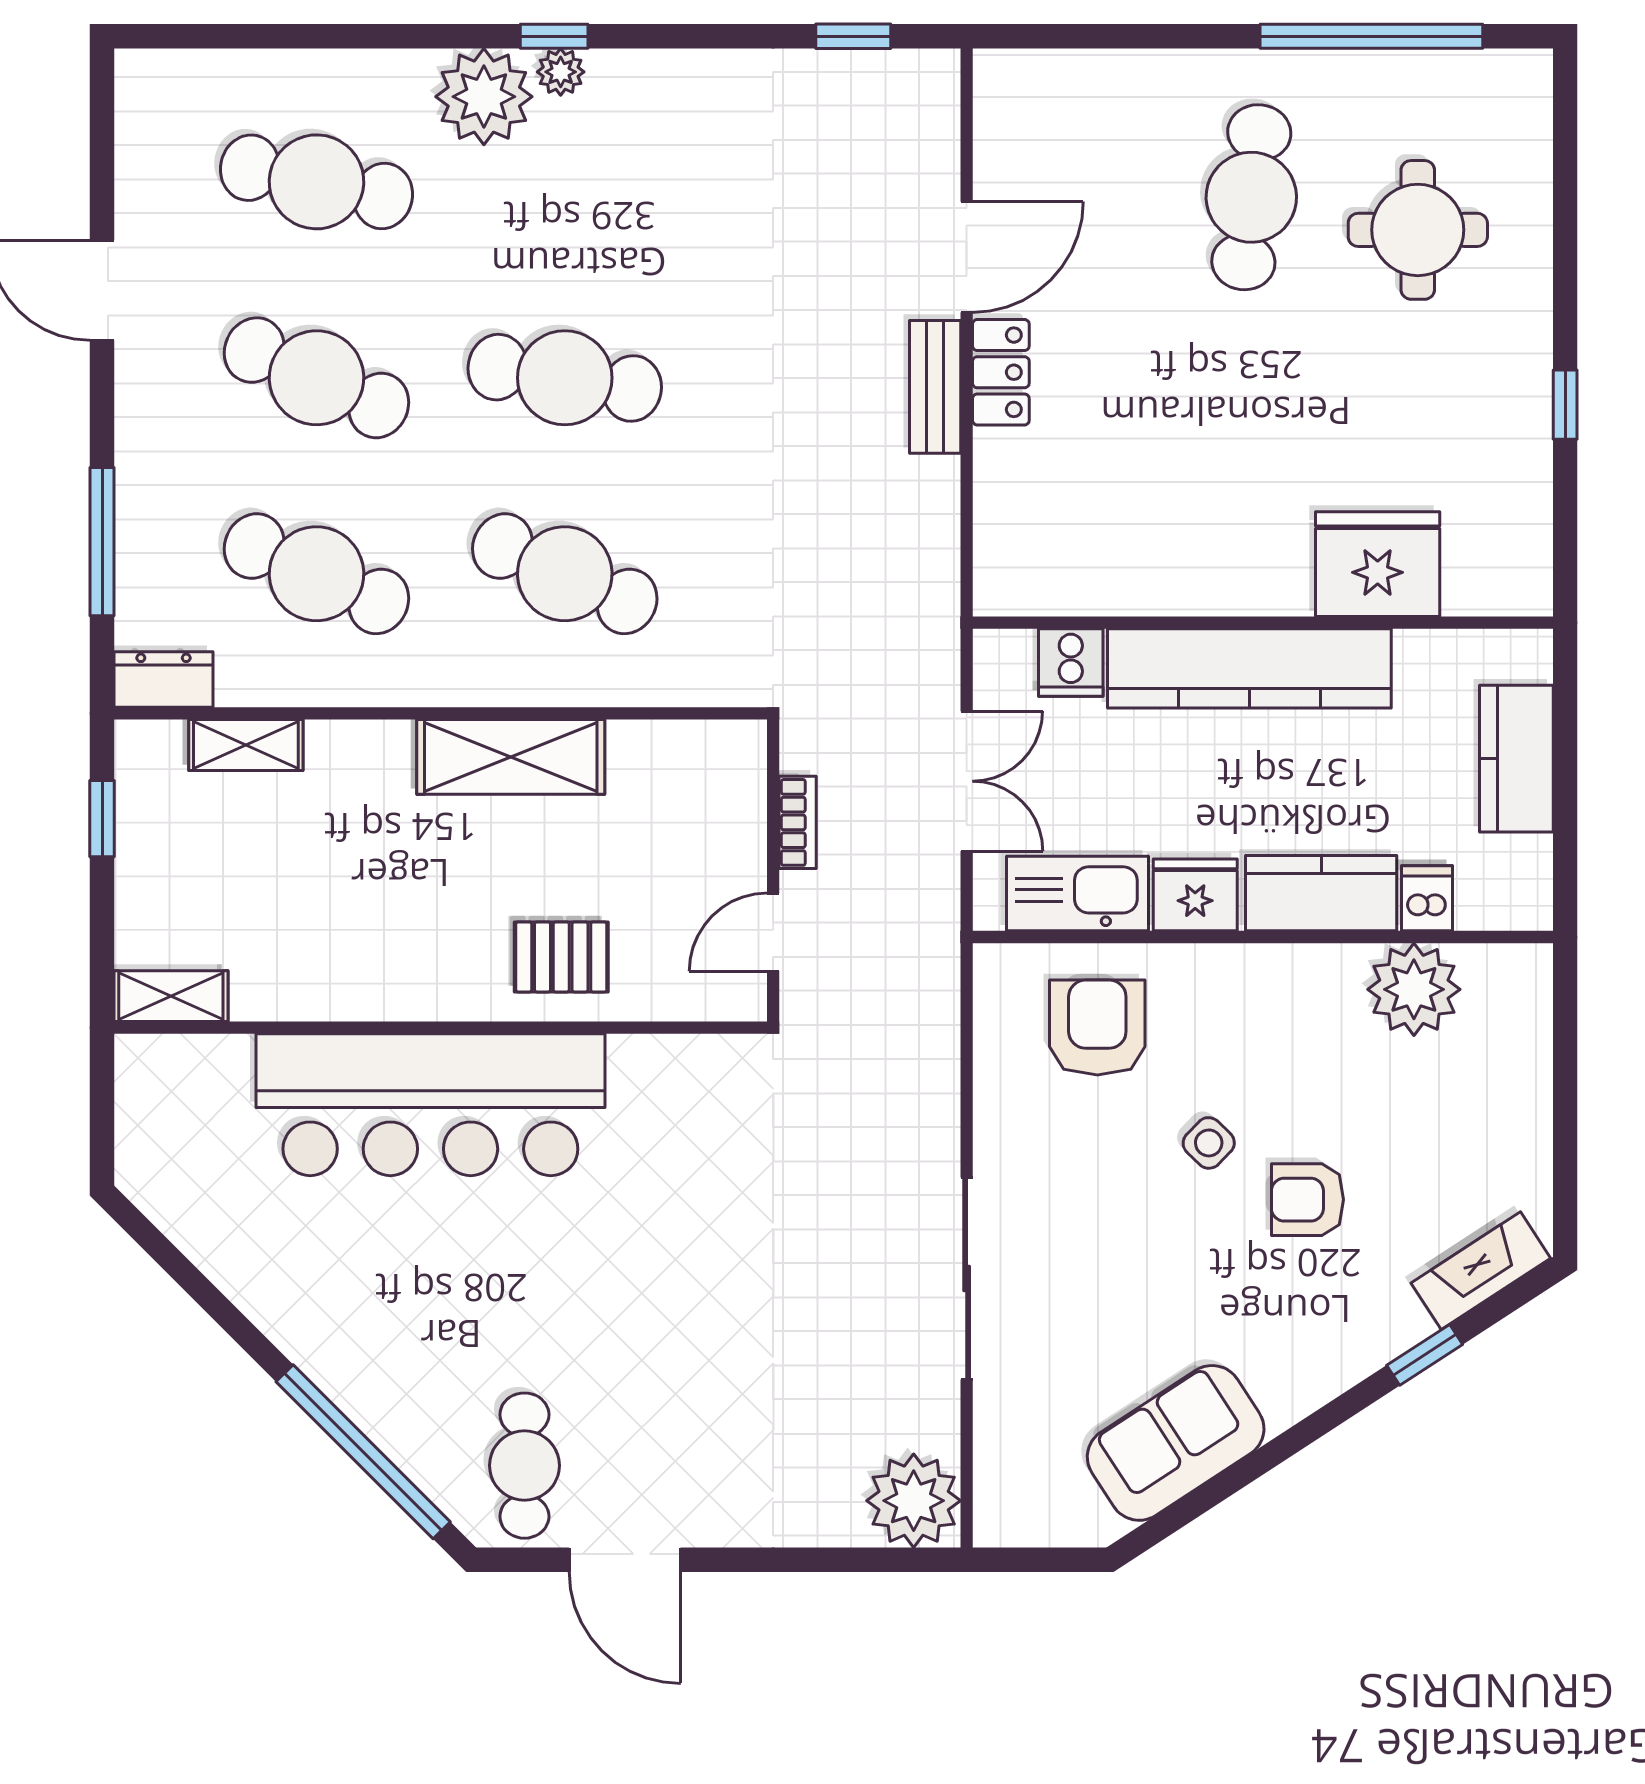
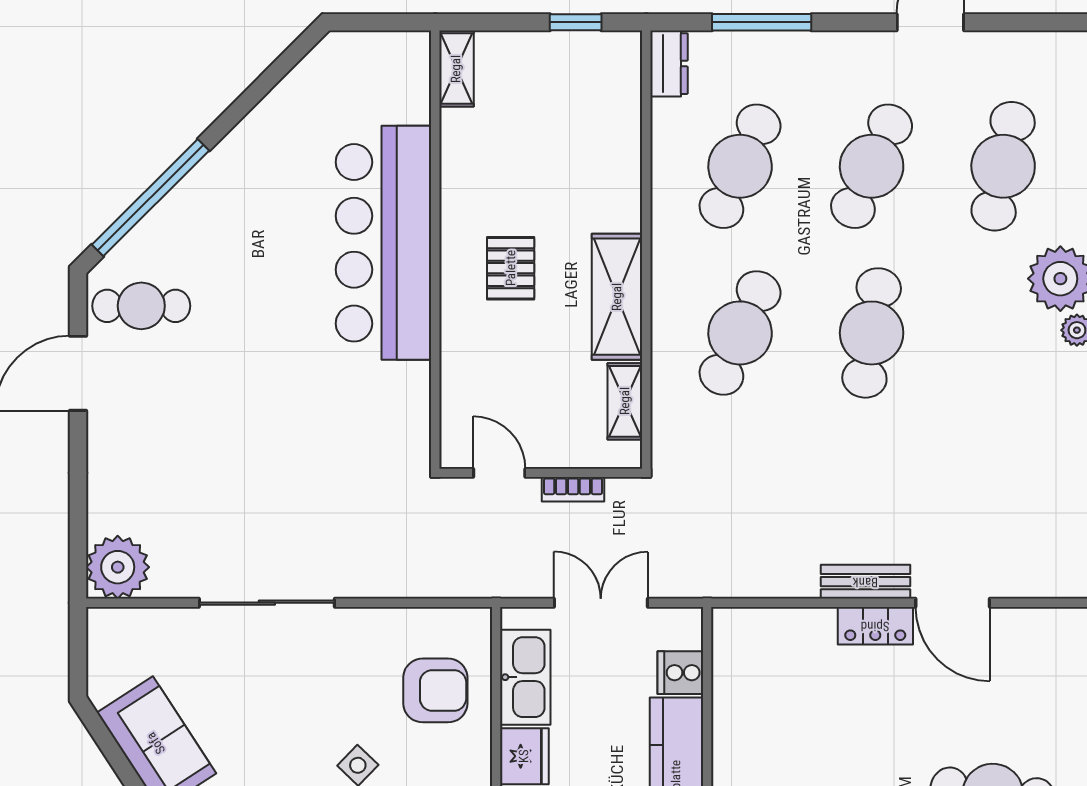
shelving: (246, 745) -> (625, 401), moved
double door: (967, 781) -> (601, 603), swing flipped
pallet: (561, 957) -> (511, 268), moved

